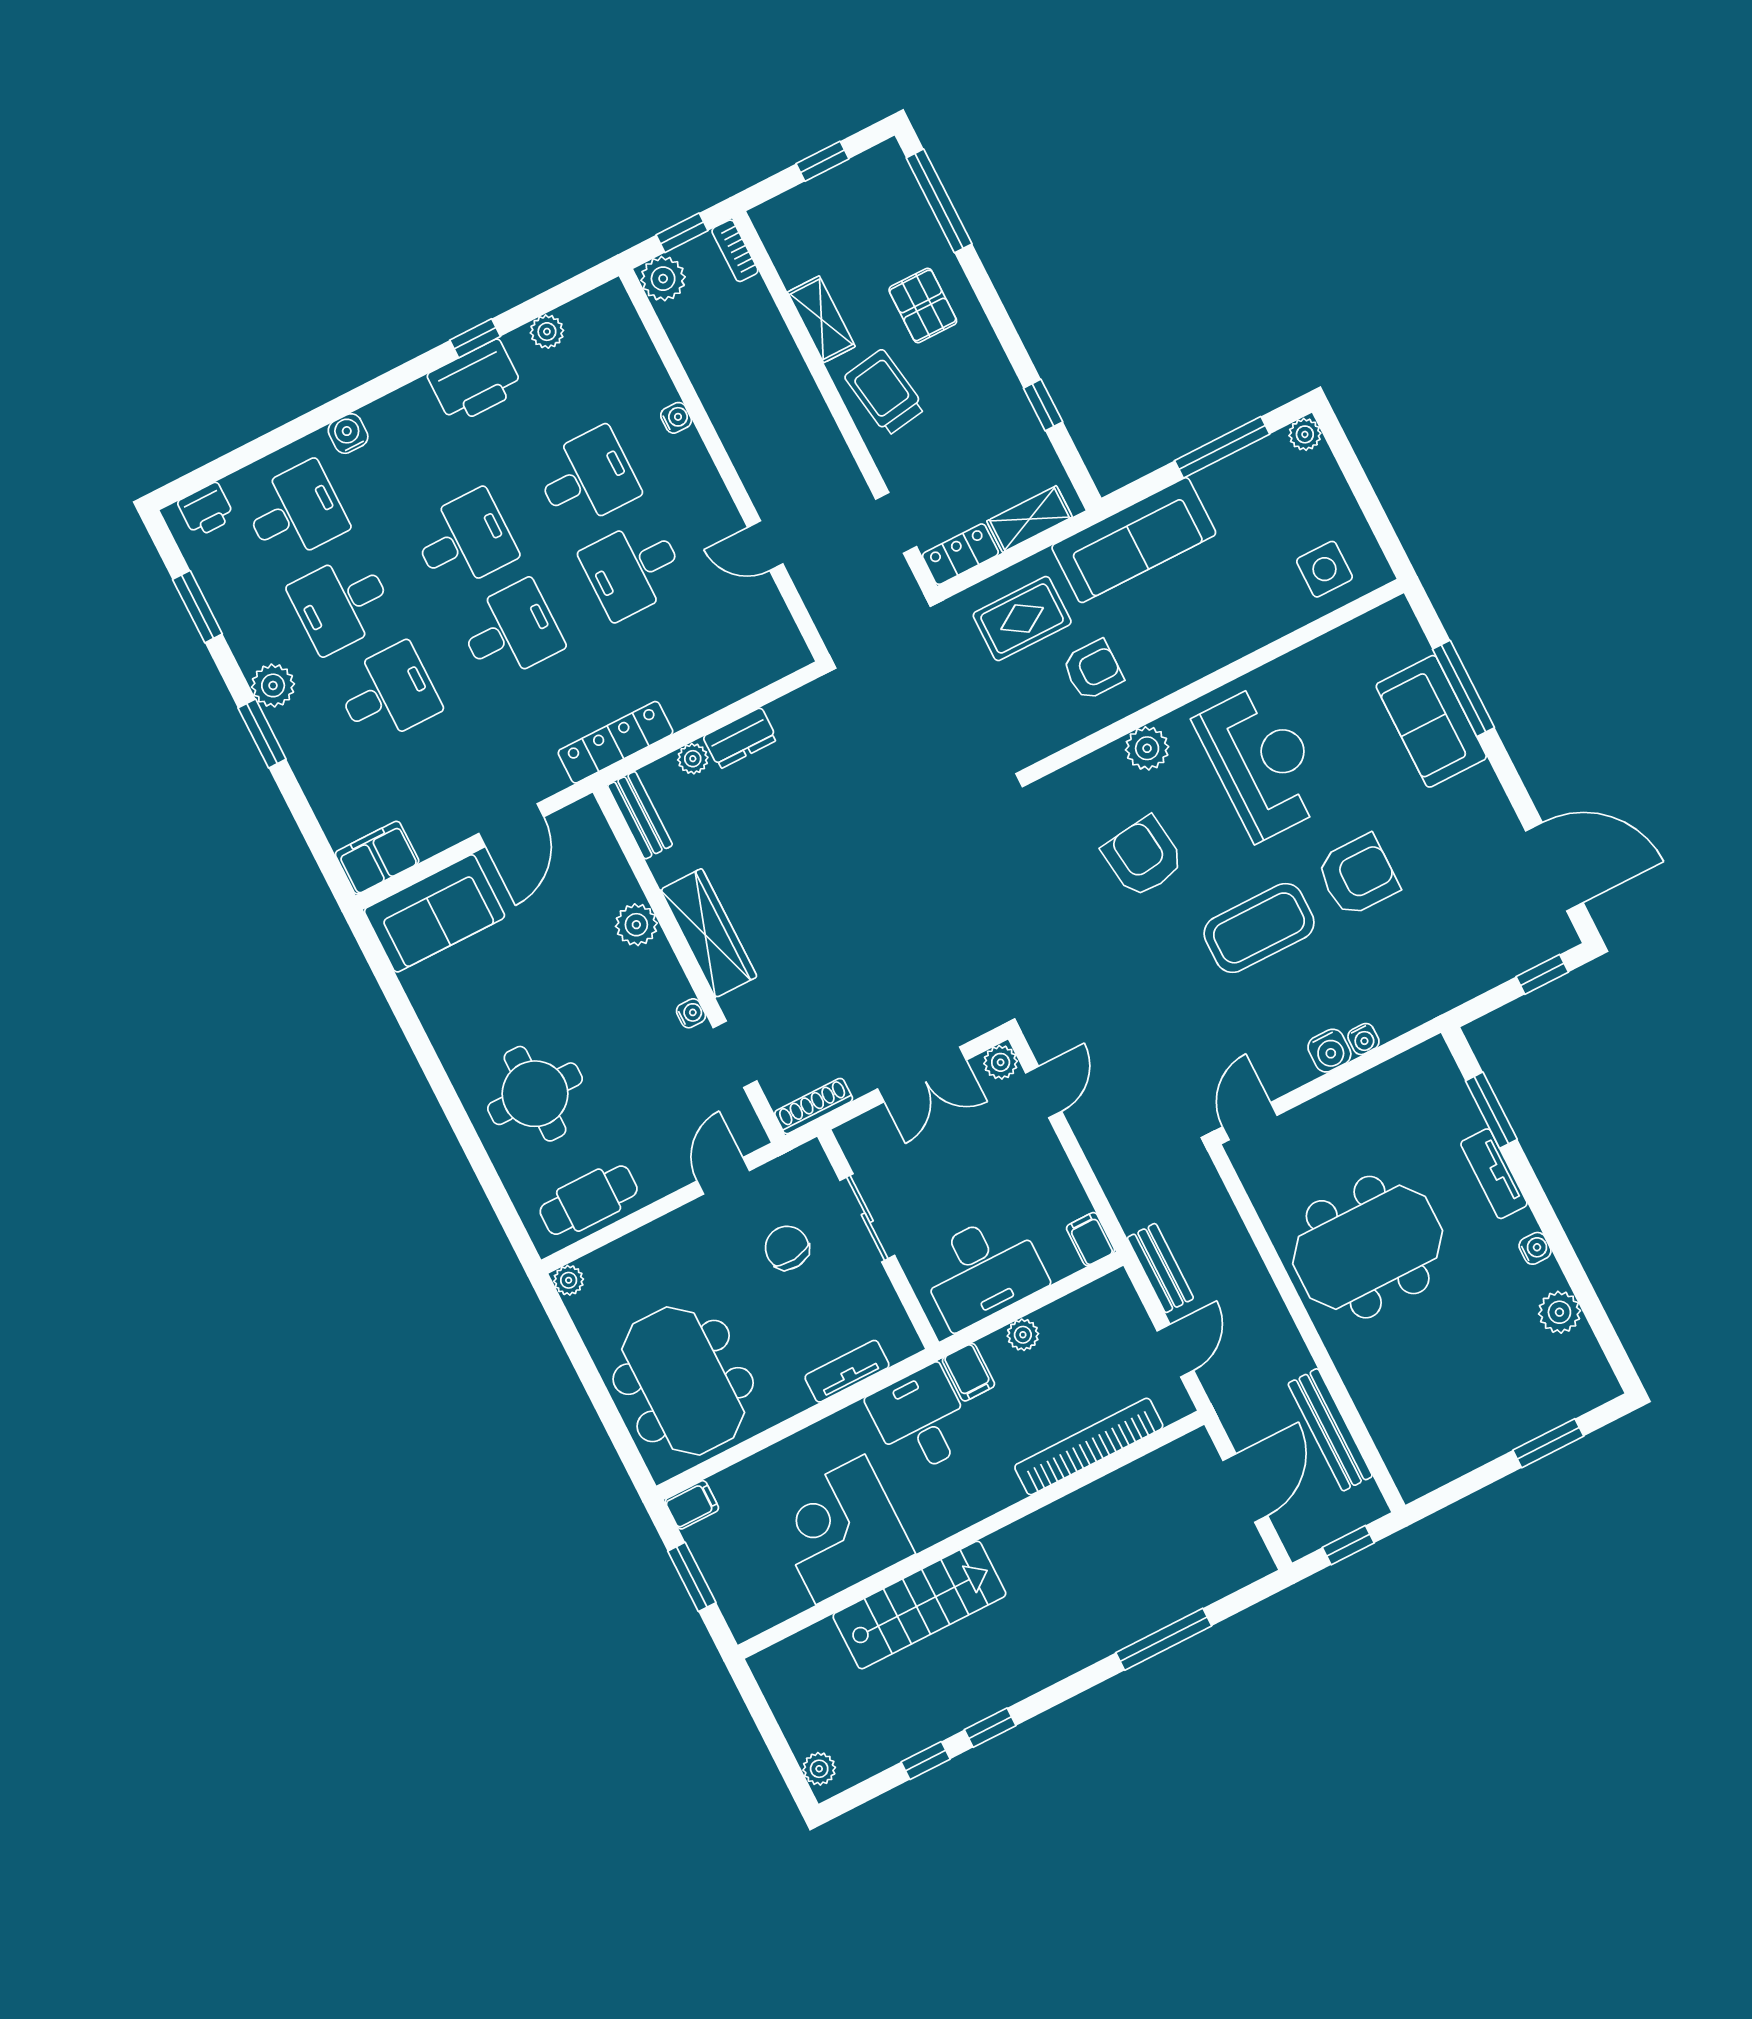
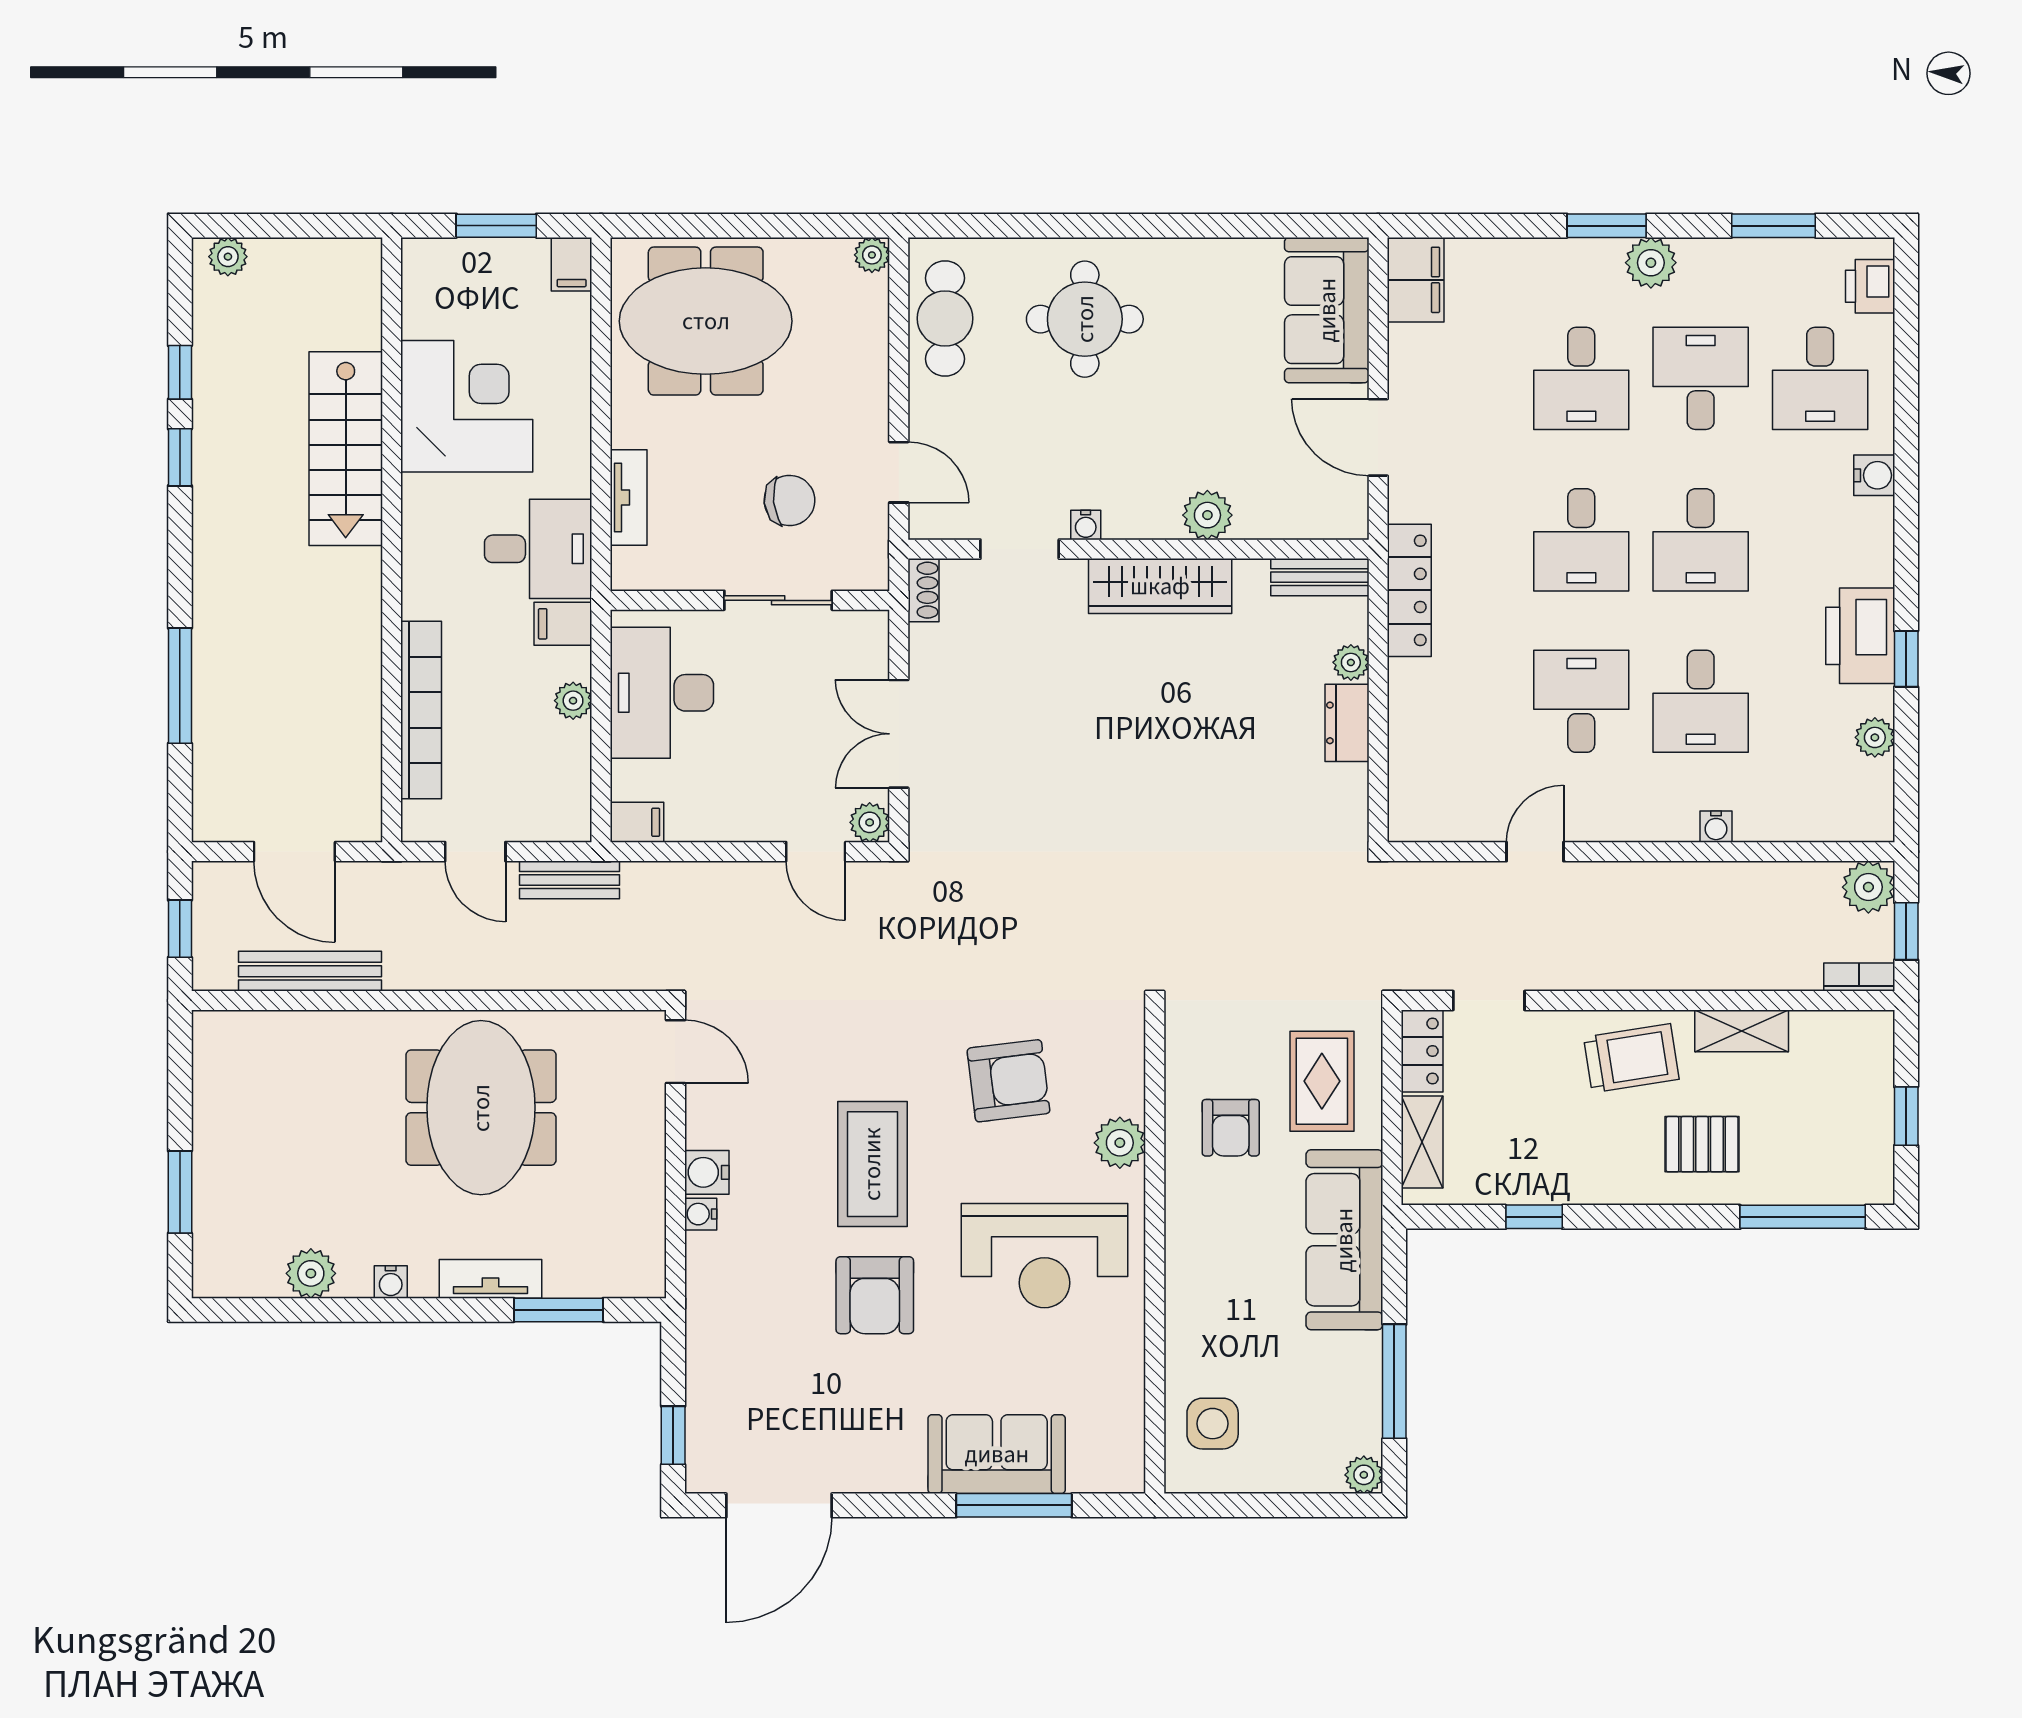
shoe rack: (814, 1106) -> (924, 590), width x0.70

